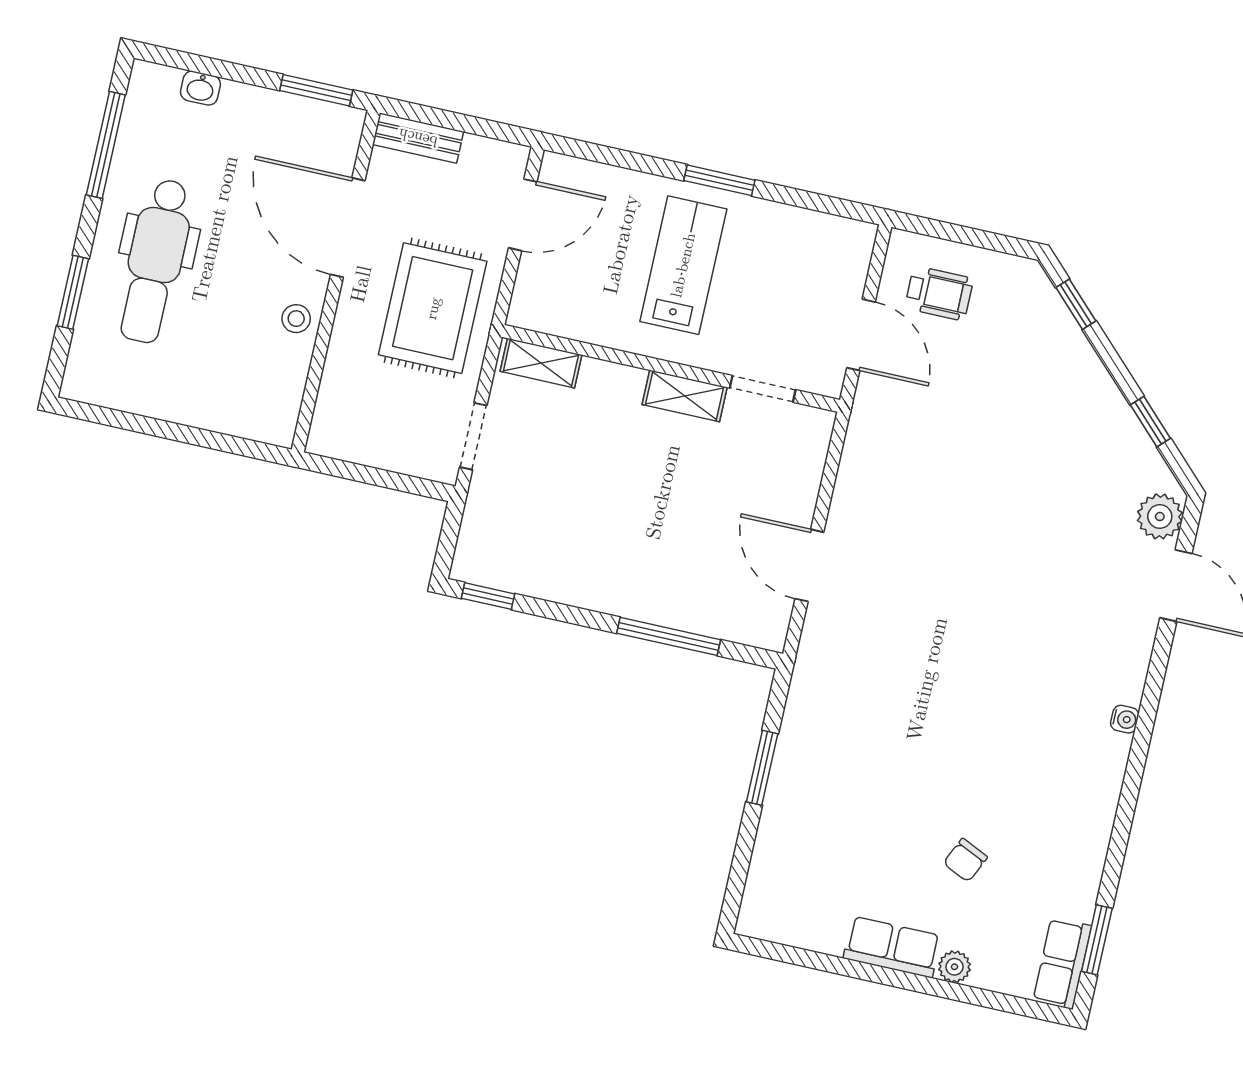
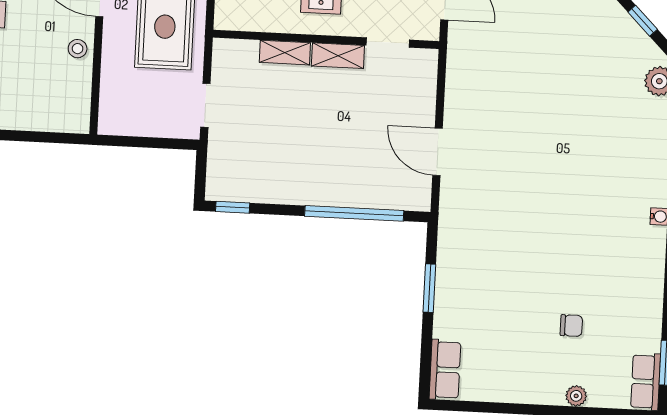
shelving: (541, 363) -> (285, 53), moved
window: (669, 636) -> (354, 213), width x1.46
chair: (965, 860) -> (571, 326), turned -115
row of seats: (892, 947) -> (445, 370), moved, turned 90

